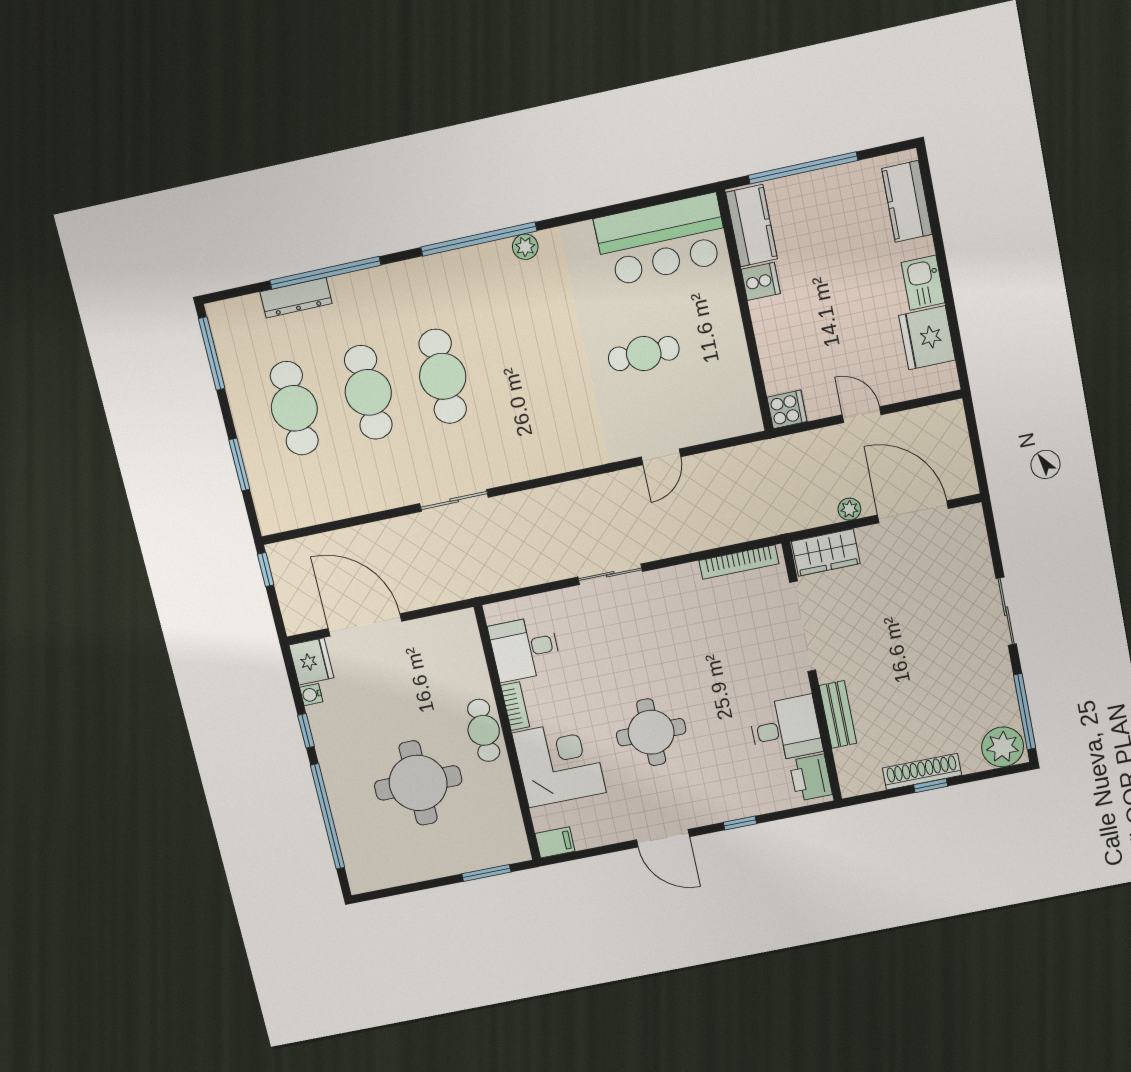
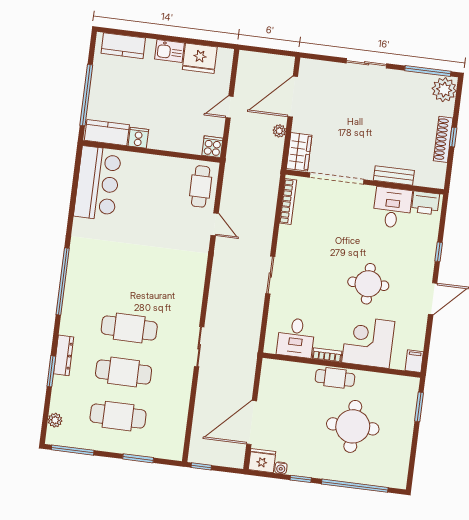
plant: (525, 247) -> (55, 420), moved
window: (325, 273) -> (51, 371), width x0.47
dresser: (296, 298) -> (64, 355), moved
cafe table: (644, 354) -> (201, 186), moved

